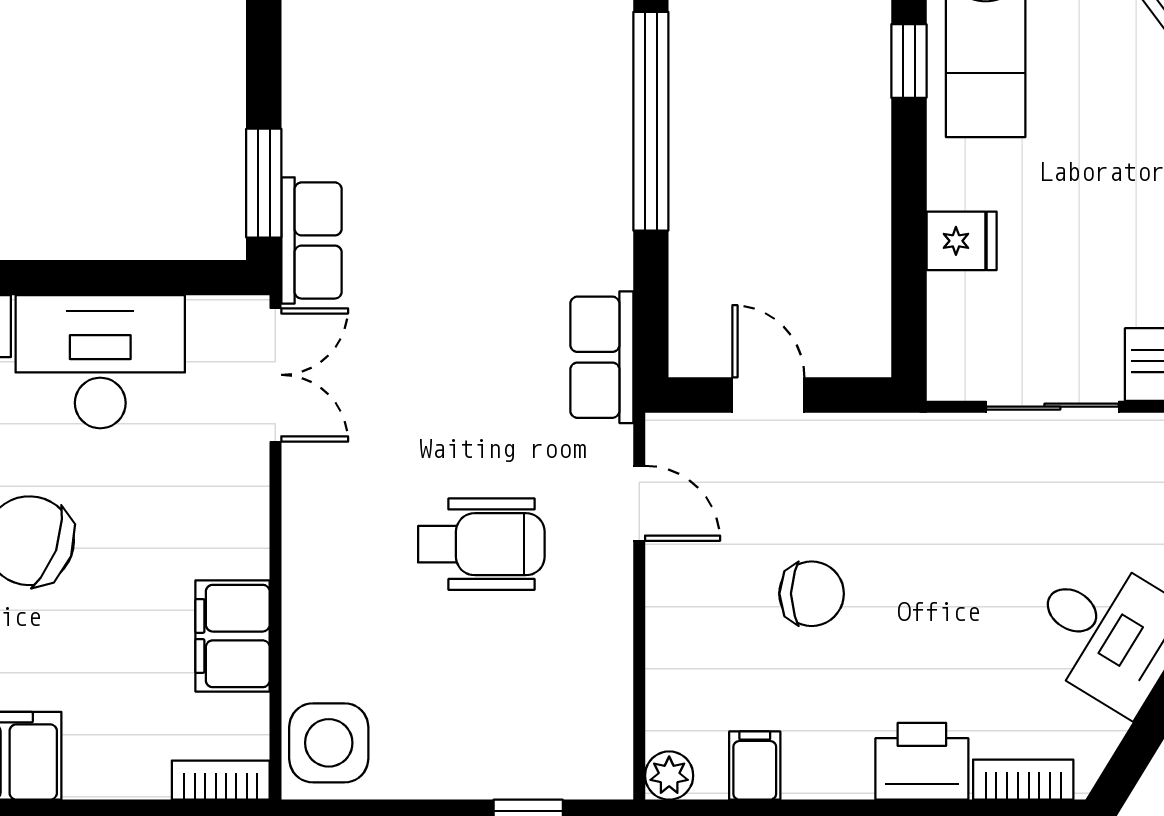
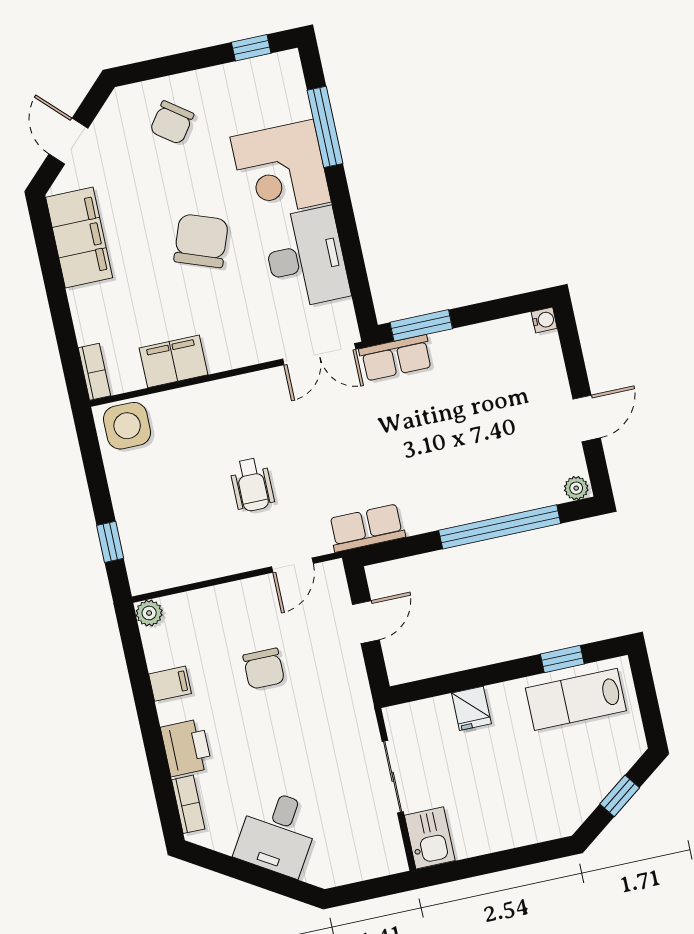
wheelchair: (481, 544) -> (252, 485), width x0.73, depth x0.73
filing cabinet: (755, 766) -> (170, 684), moved

